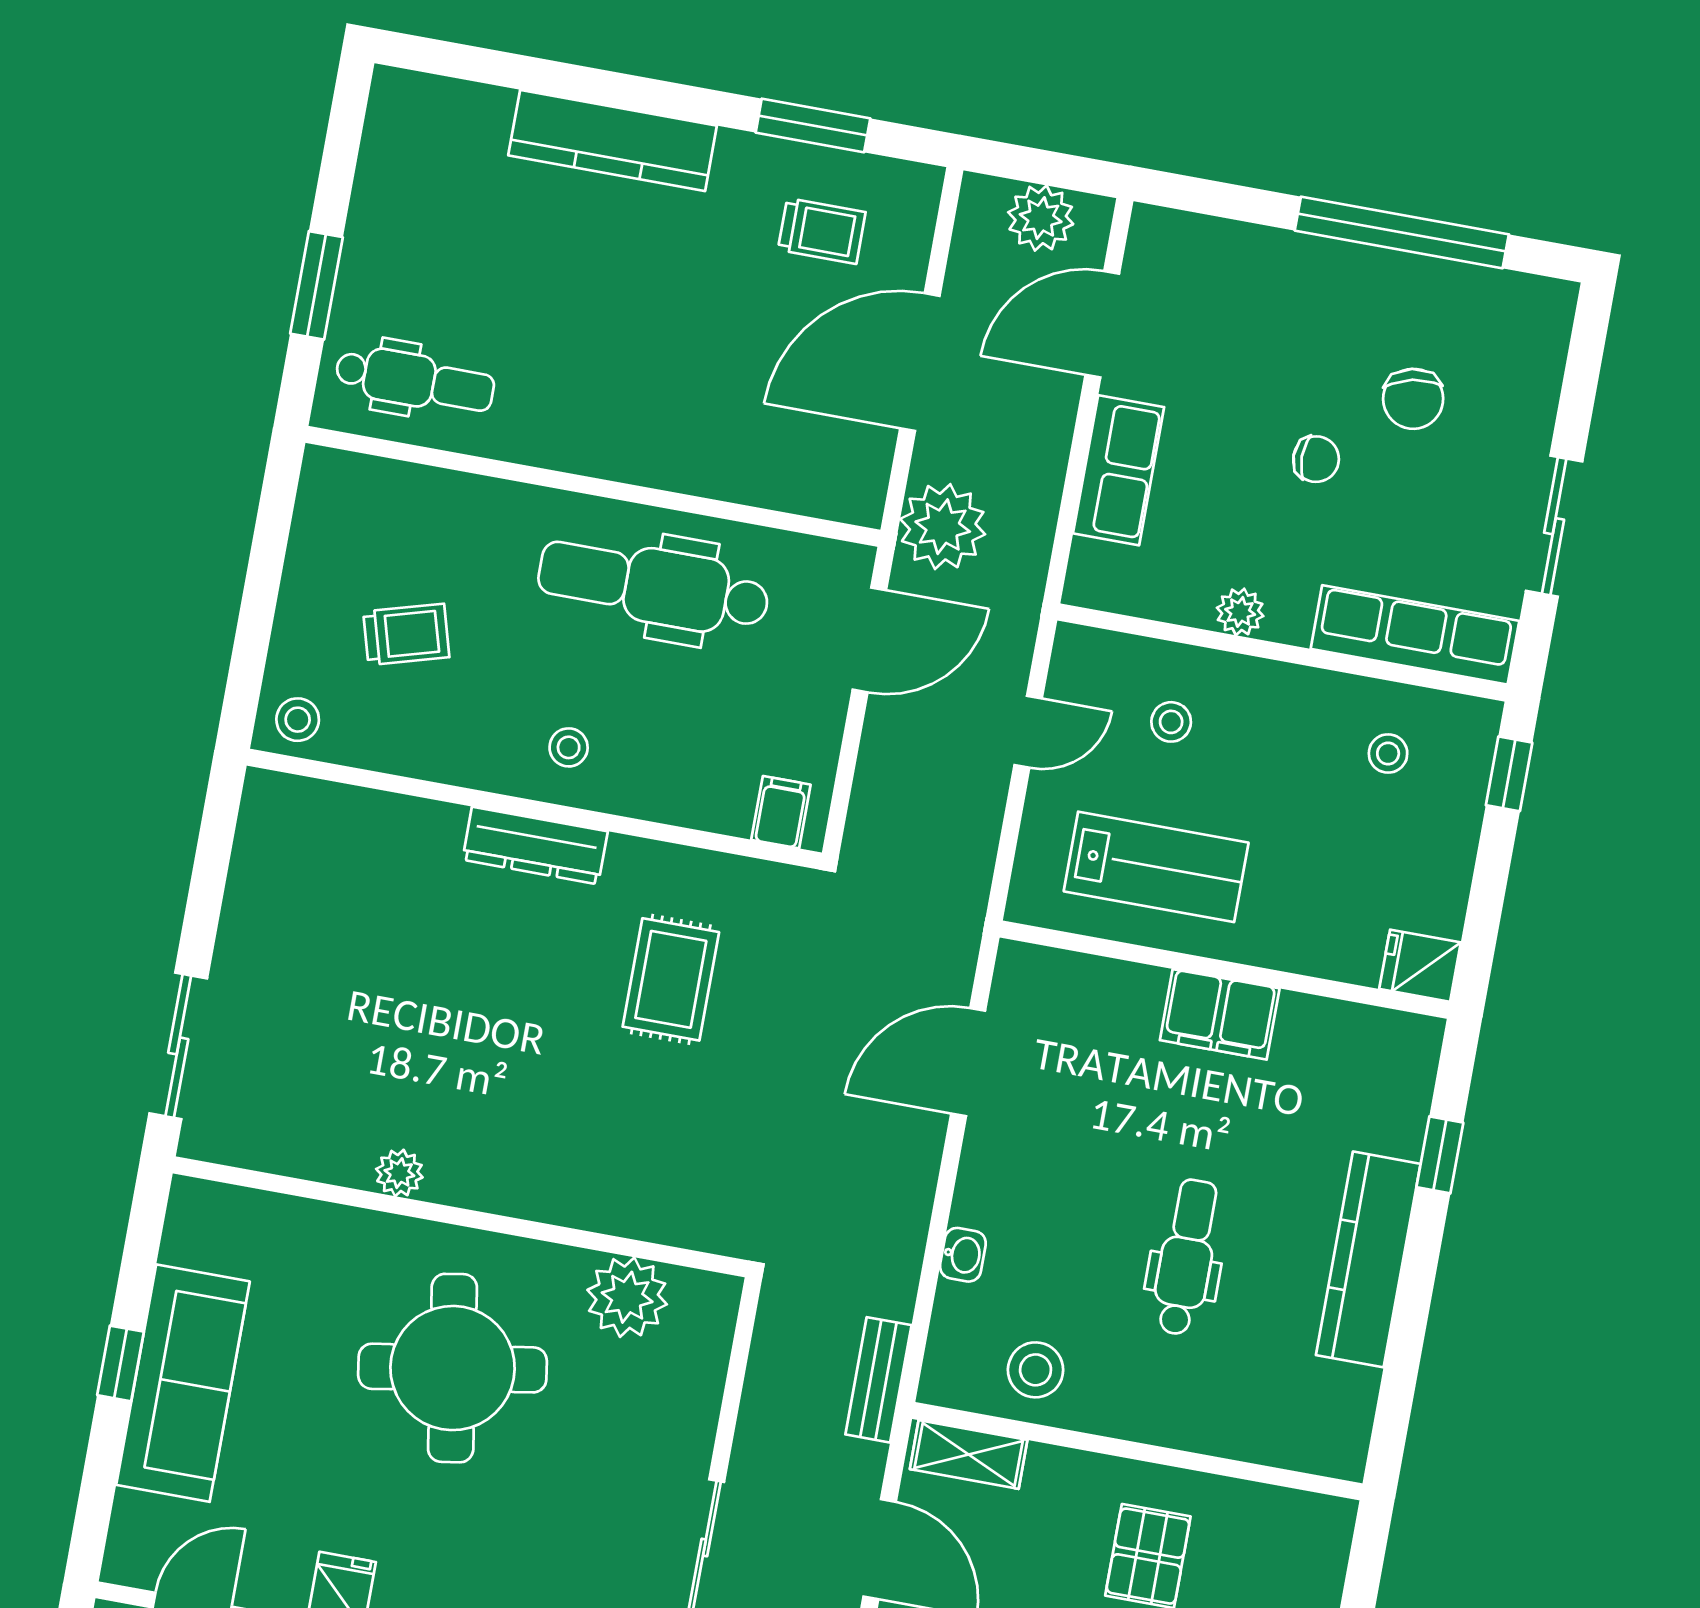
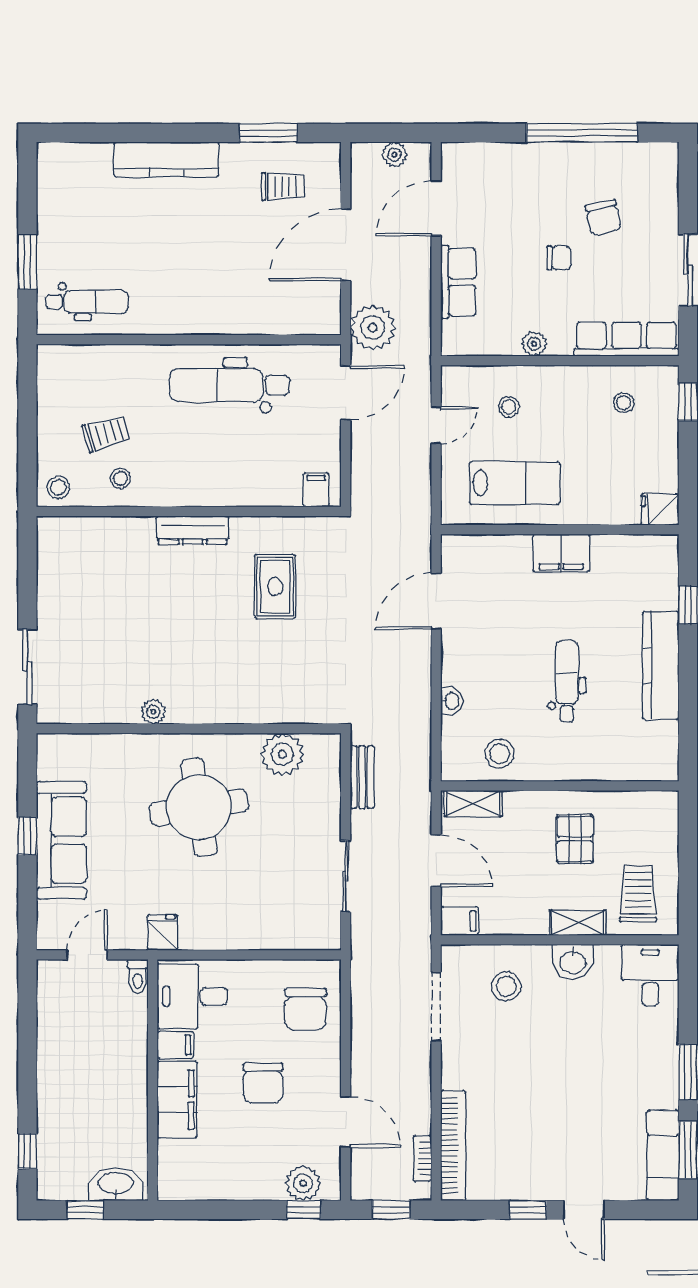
plant: (1041, 218) -> (394, 155), width x0.73, depth x0.73
stool: (569, 747) -> (120, 478), moved
bench: (878, 1380) -> (362, 777), moved

